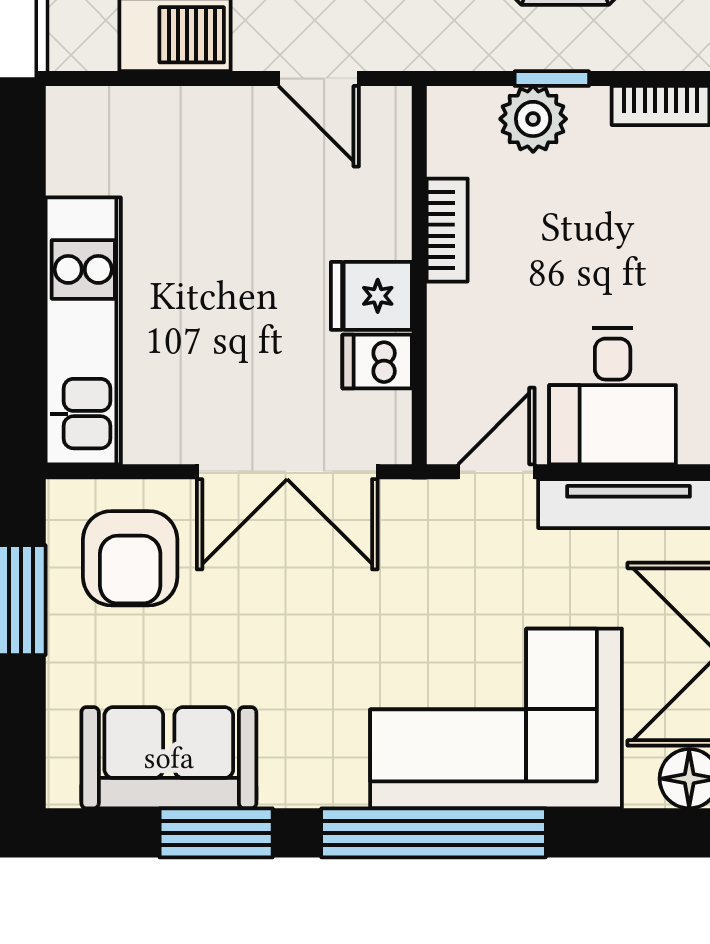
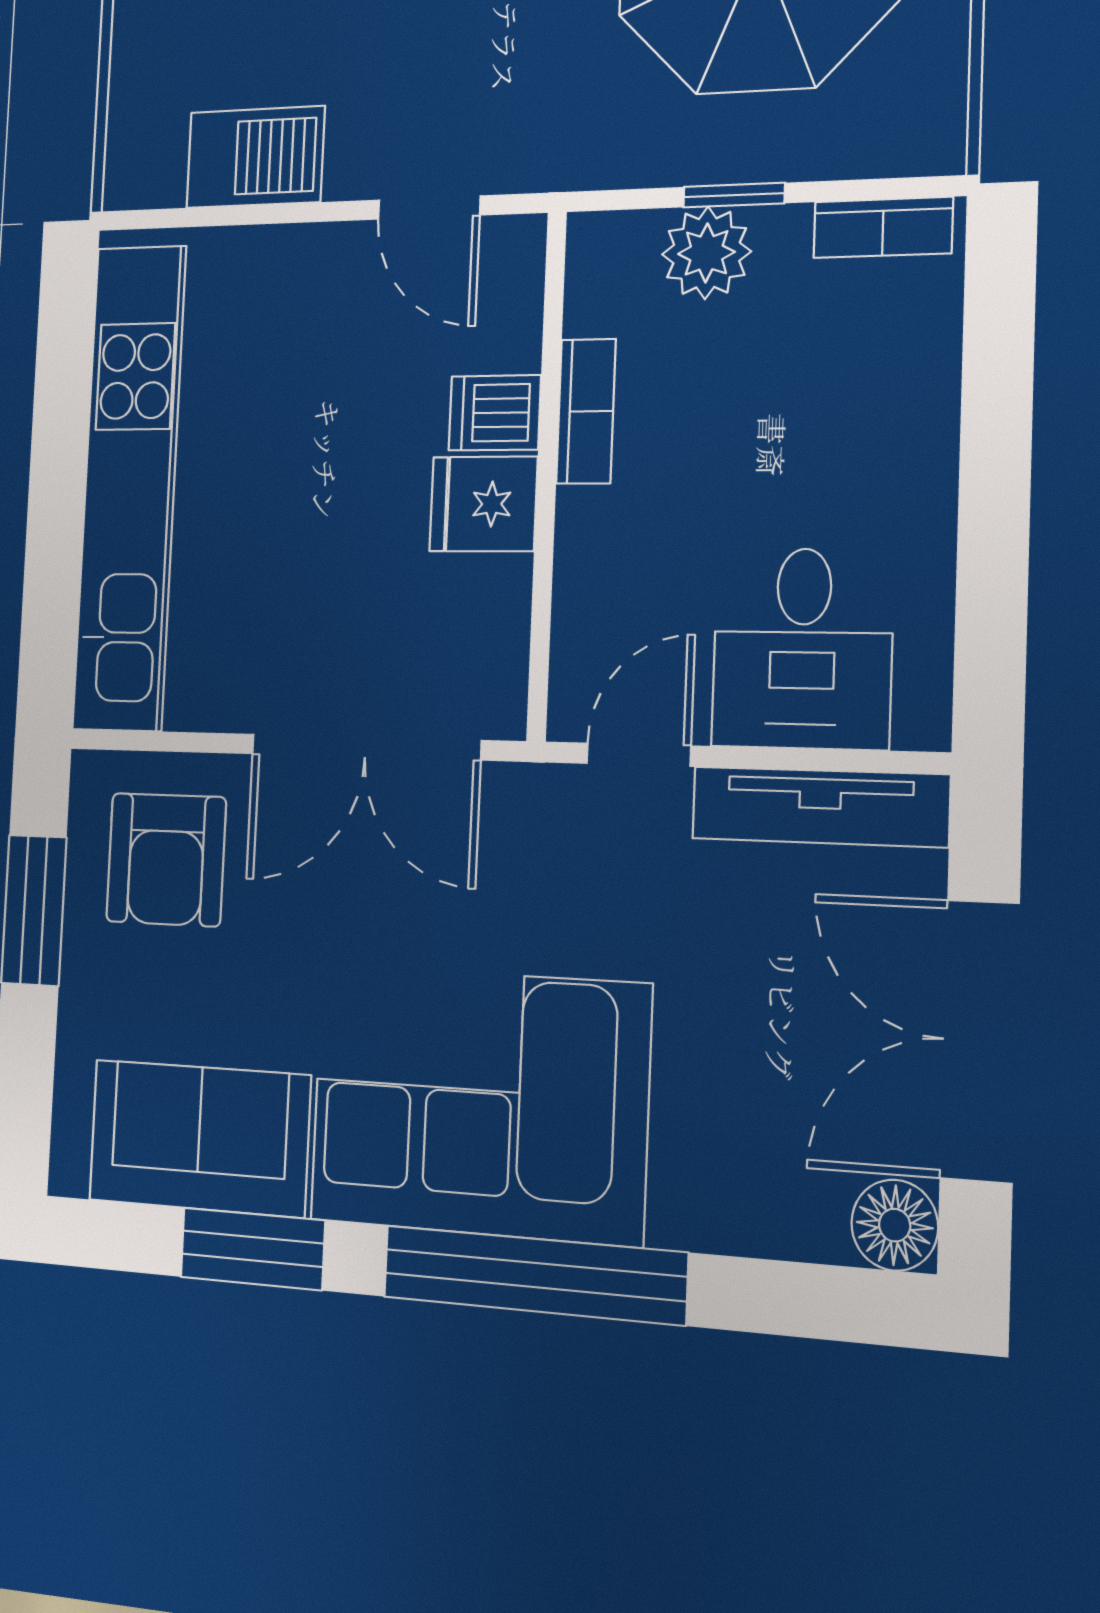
kitchen unit: (83, 331) -> (130, 487), width x1.36
dishwasher: (377, 362) -> (495, 413), moved
corner sofa: (496, 718) -> (479, 1103), moved

